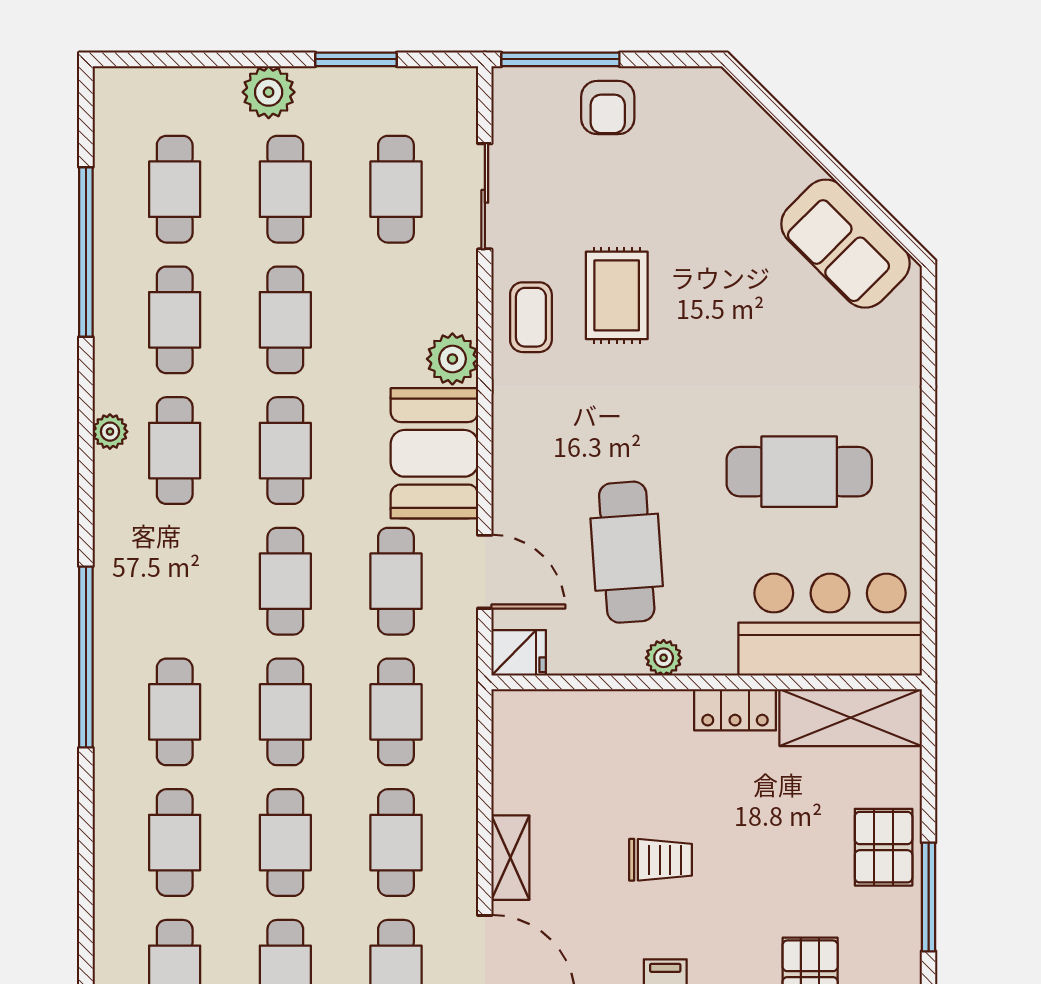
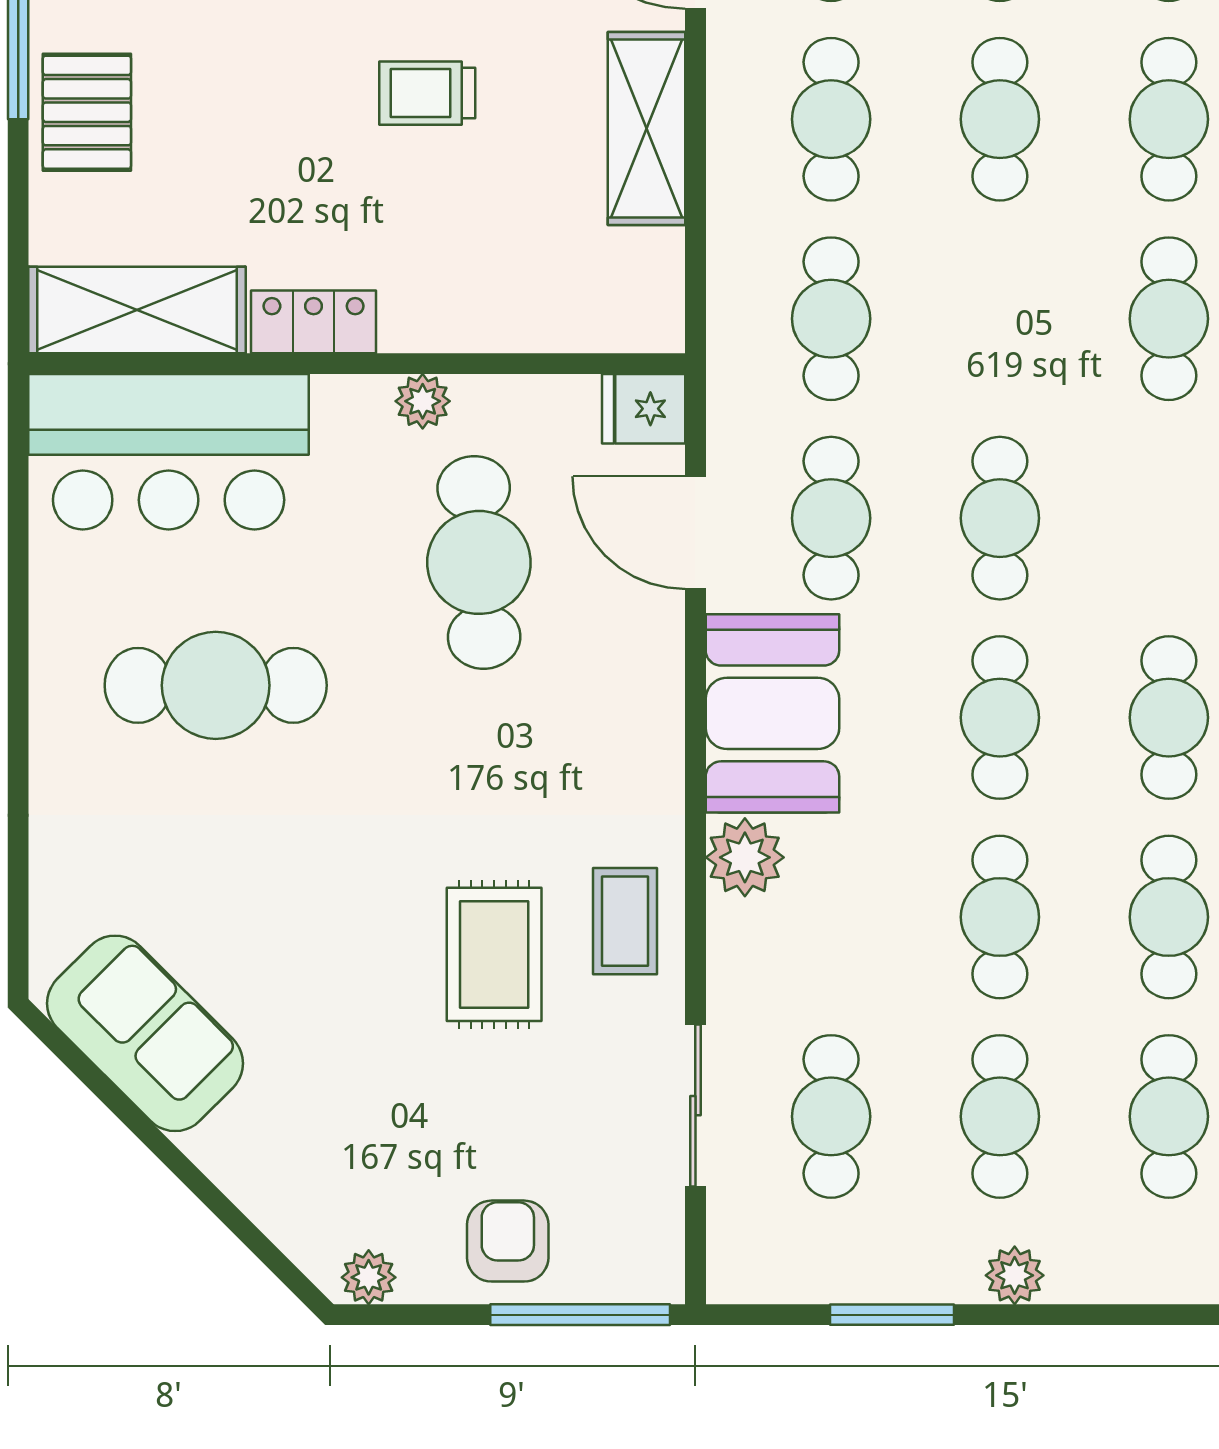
plant: (699, 84) -> (369, 1277), added
plant: (269, 92) -> (1015, 1275), width x0.73, depth x0.73
cafe table: (285, 712) -> (1000, 319), removed
shelving: (510, 858) -> (647, 128), width x1.50, depth x1.33

